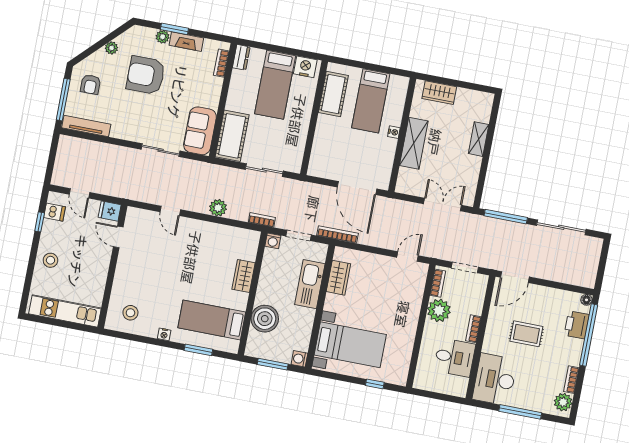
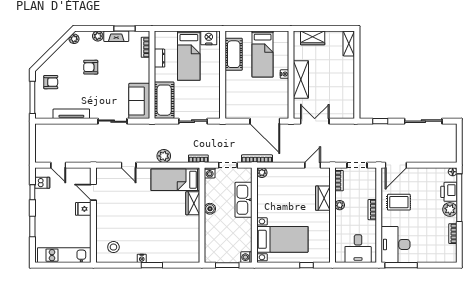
window: (174, 29) -> (125, 28), moved
plant: (111, 48) -> (74, 39), moved
dresser: (241, 57) -> (160, 58), moved
armchair: (146, 75) -> (91, 67), width x0.53, depth x0.53
armchair: (91, 84) -> (51, 82), turned -90
tv unit: (86, 126) -> (71, 114), moved
shelving: (479, 139) -> (349, 44), moved
double door: (443, 205) -> (315, 121), moved
fridge: (110, 211) -> (83, 209), moved
window: (506, 217) -> (380, 121), width x0.46
plant: (340, 254) -> (262, 173), added
stool: (50, 260) -> (46, 219), removed
window: (31, 266) -> (32, 227), added
wardrobe: (338, 278) -> (323, 198), moved, turned 180
plant: (439, 310) -> (340, 205), width x0.53, depth x0.53
boiler: (265, 319) -> (210, 209), moved, width x0.54, depth x0.54
bed: (212, 320) -> (175, 180), moved
rug: (526, 334) -> (399, 202), moved
window: (198, 350) -> (152, 265), moved
desk: (455, 357) -> (358, 249), moved, turned 90
plant: (563, 402) -> (450, 209), moved
window: (520, 412) -> (401, 265), moved

